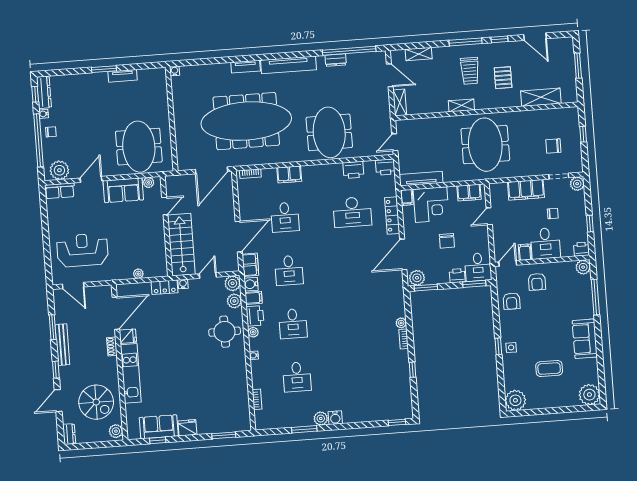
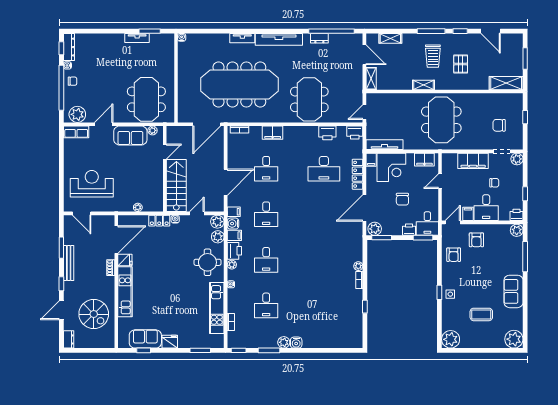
window: (104, 69) -> (150, 31), moved
shelving: (541, 97) -> (506, 83), moved
filing cabinet: (250, 265) -> (234, 212), width x0.50
kitchen unit: (239, 384) -> (217, 308), added
window: (397, 422) -> (239, 350), moved
plant: (116, 431) -> (109, 340), removed

